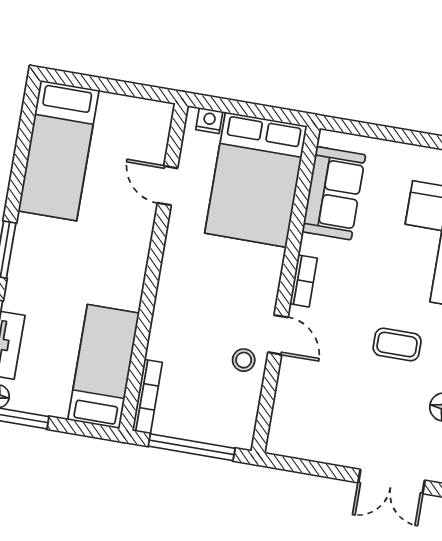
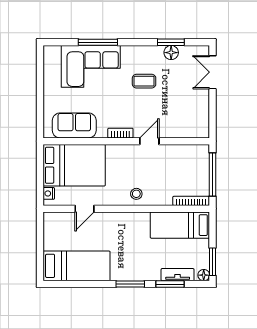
coffee table: (397, 344) -> (144, 81), turned 90
stool: (244, 360) -> (136, 194), moved
double door: (392, 481) -> (213, 72), swing flipped

